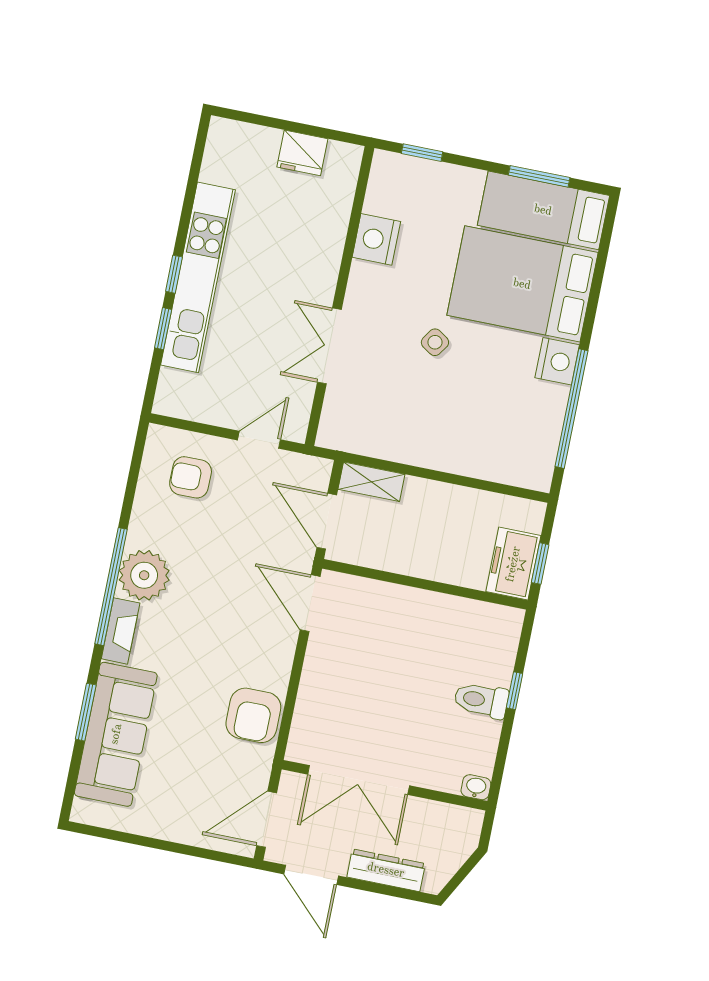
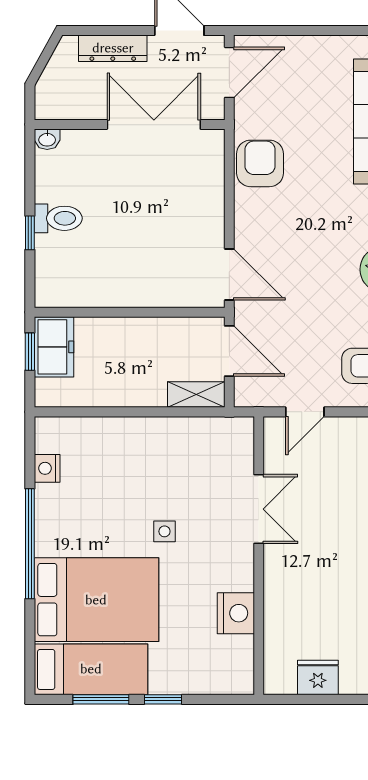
window: (422, 153) -> (163, 699), moved
side table: (435, 342) -> (164, 531), turned -34
nightstand: (557, 361) -> (47, 468), moved, width x0.74, depth x0.75
window: (571, 409) -> (30, 544), moved

